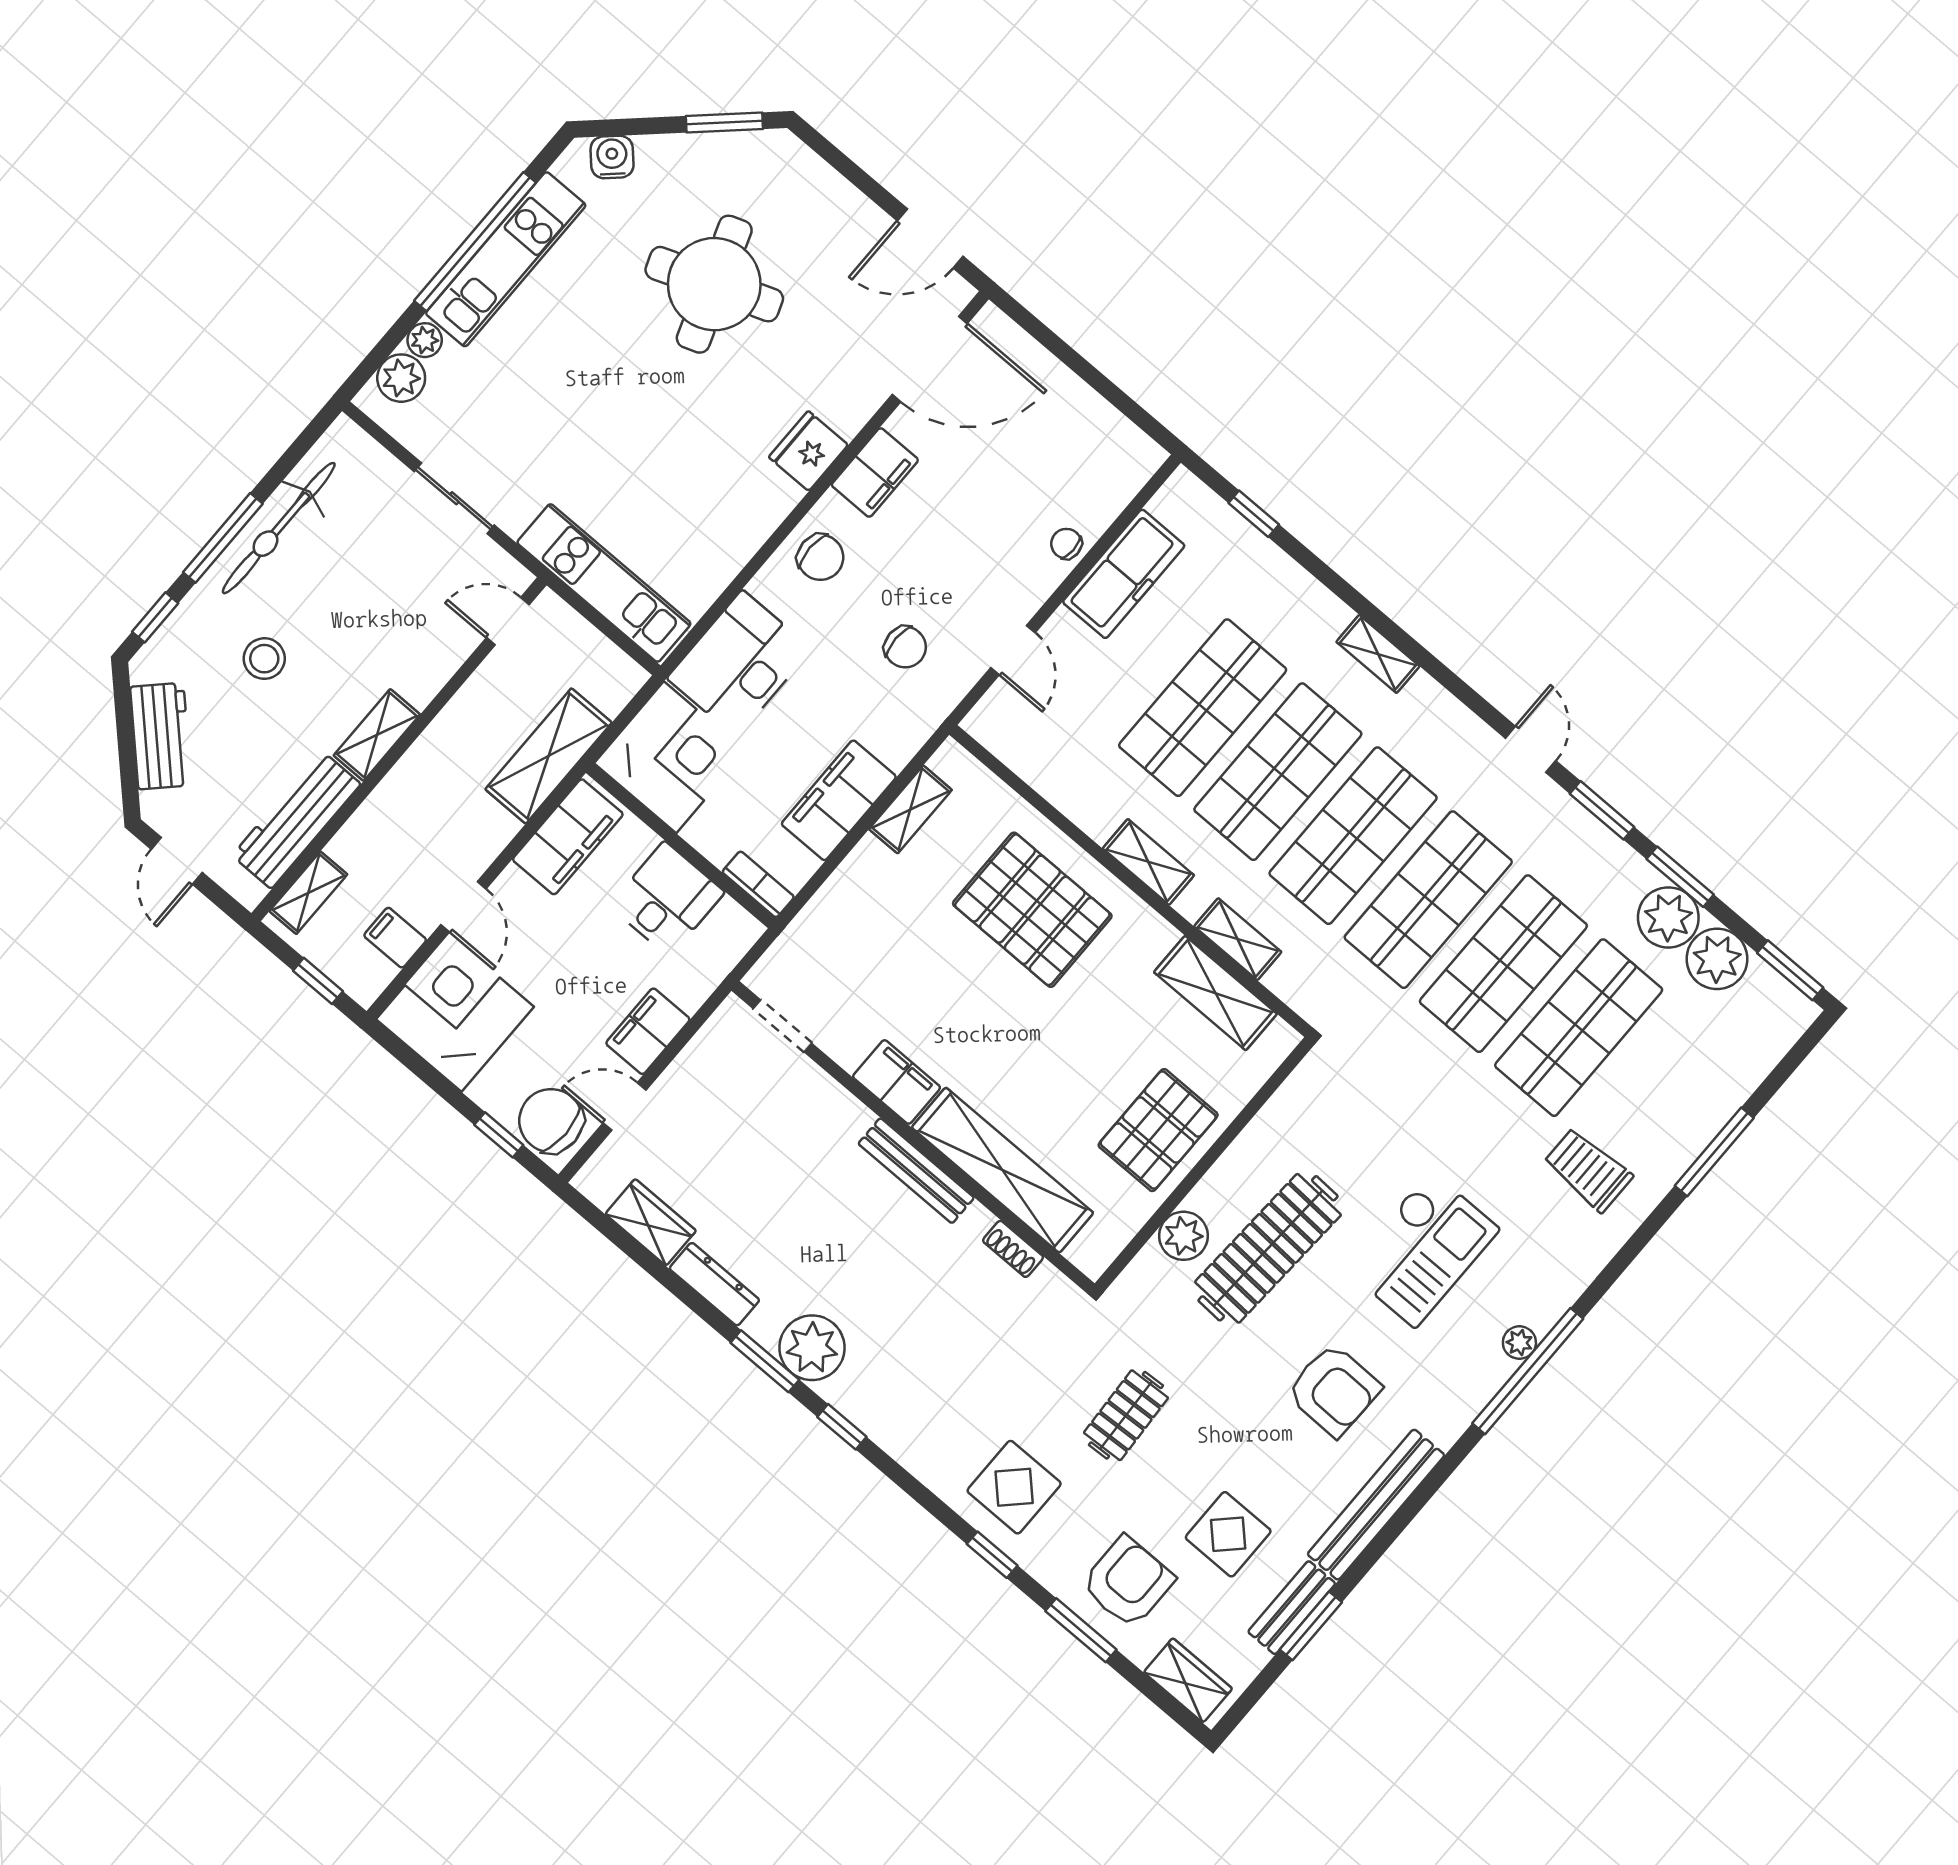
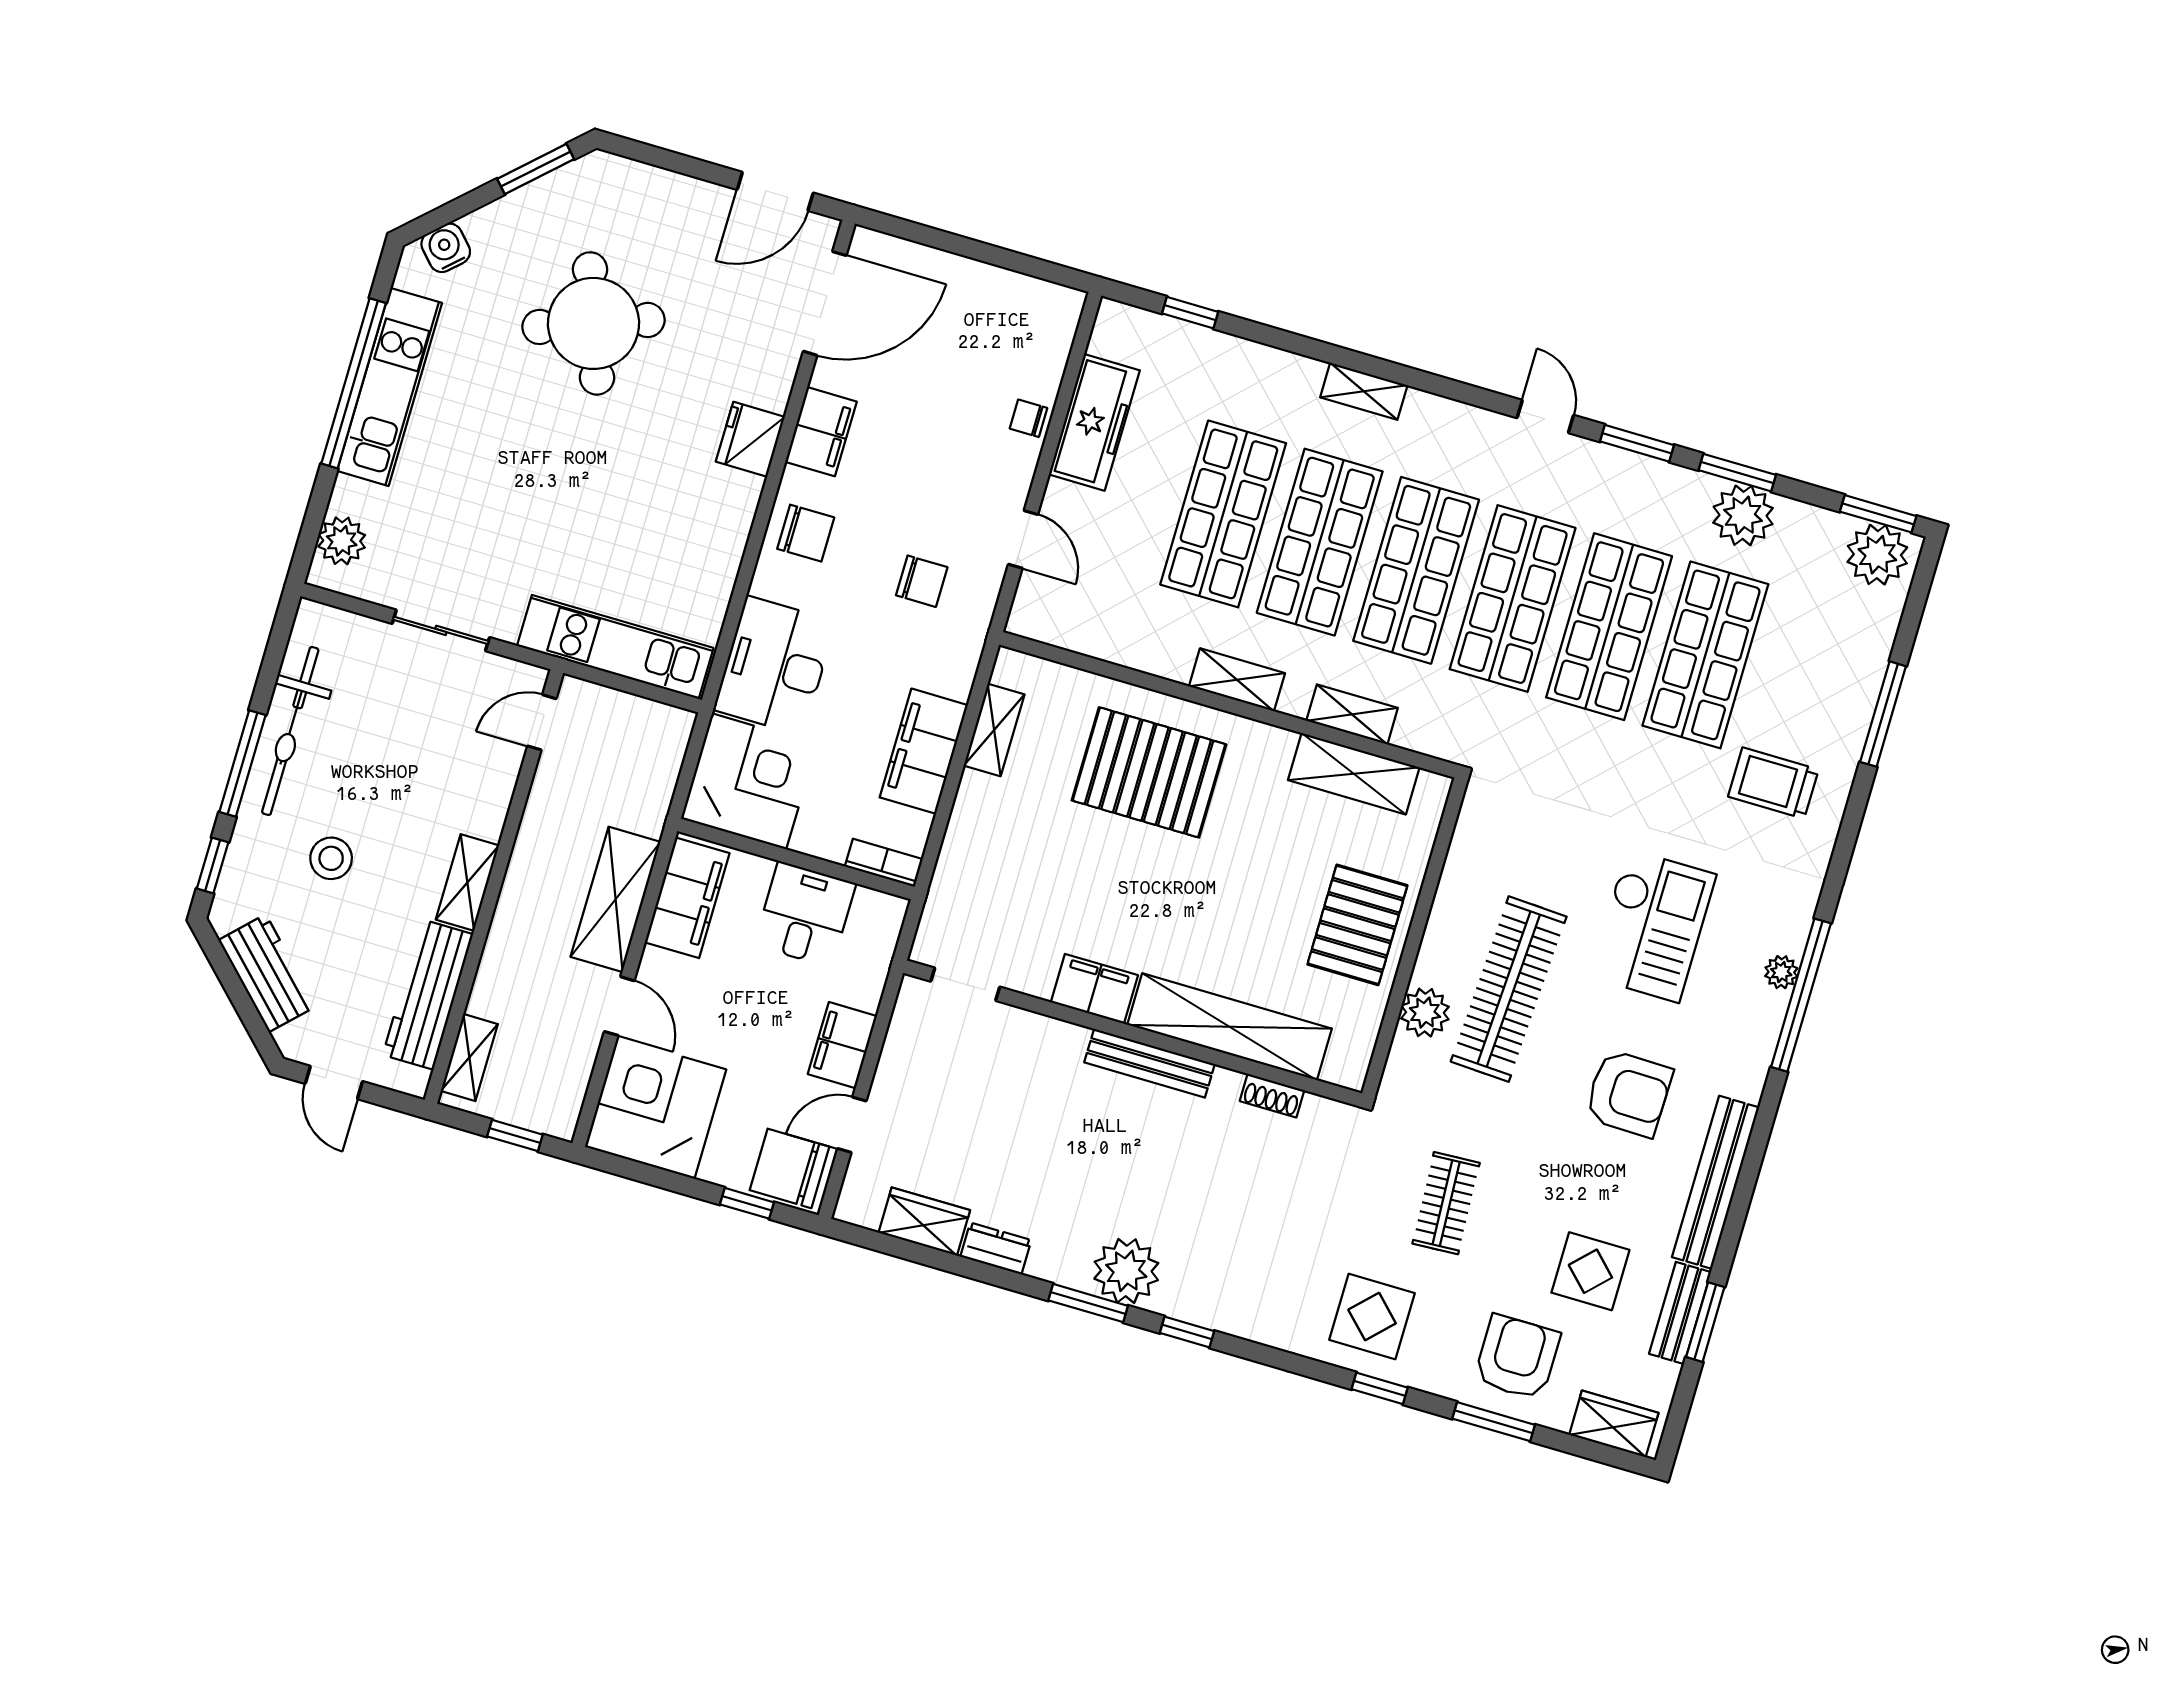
plant: (425, 340) -> (348, 496), removed
shelving: (549, 756) -> (616, 899), moved
filing cabinet: (395, 938) -> (569, 1063), removed
plant: (1717, 959) -> (1877, 555), moved
dresser: (714, 1284) -> (996, 1248), width x0.70

